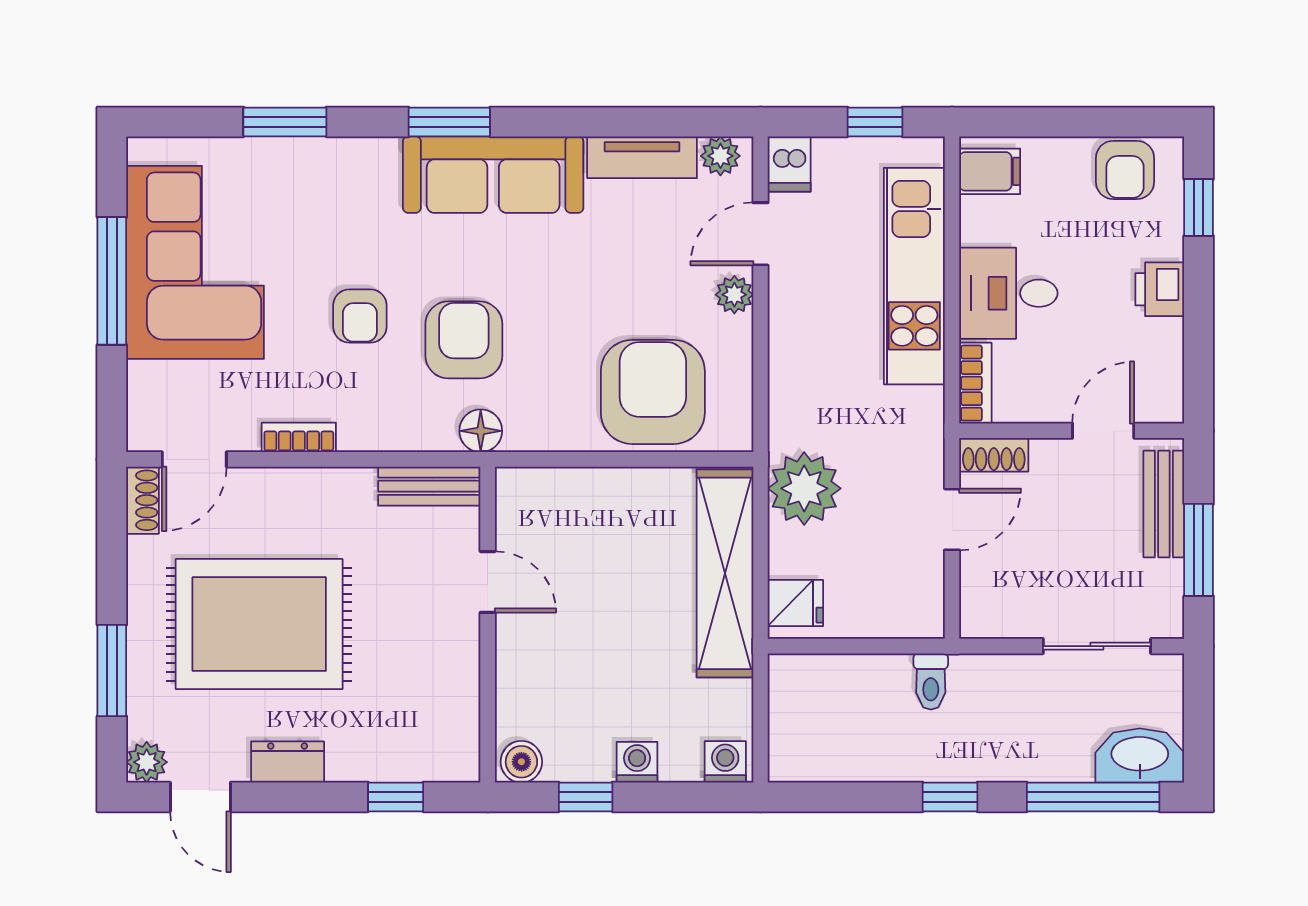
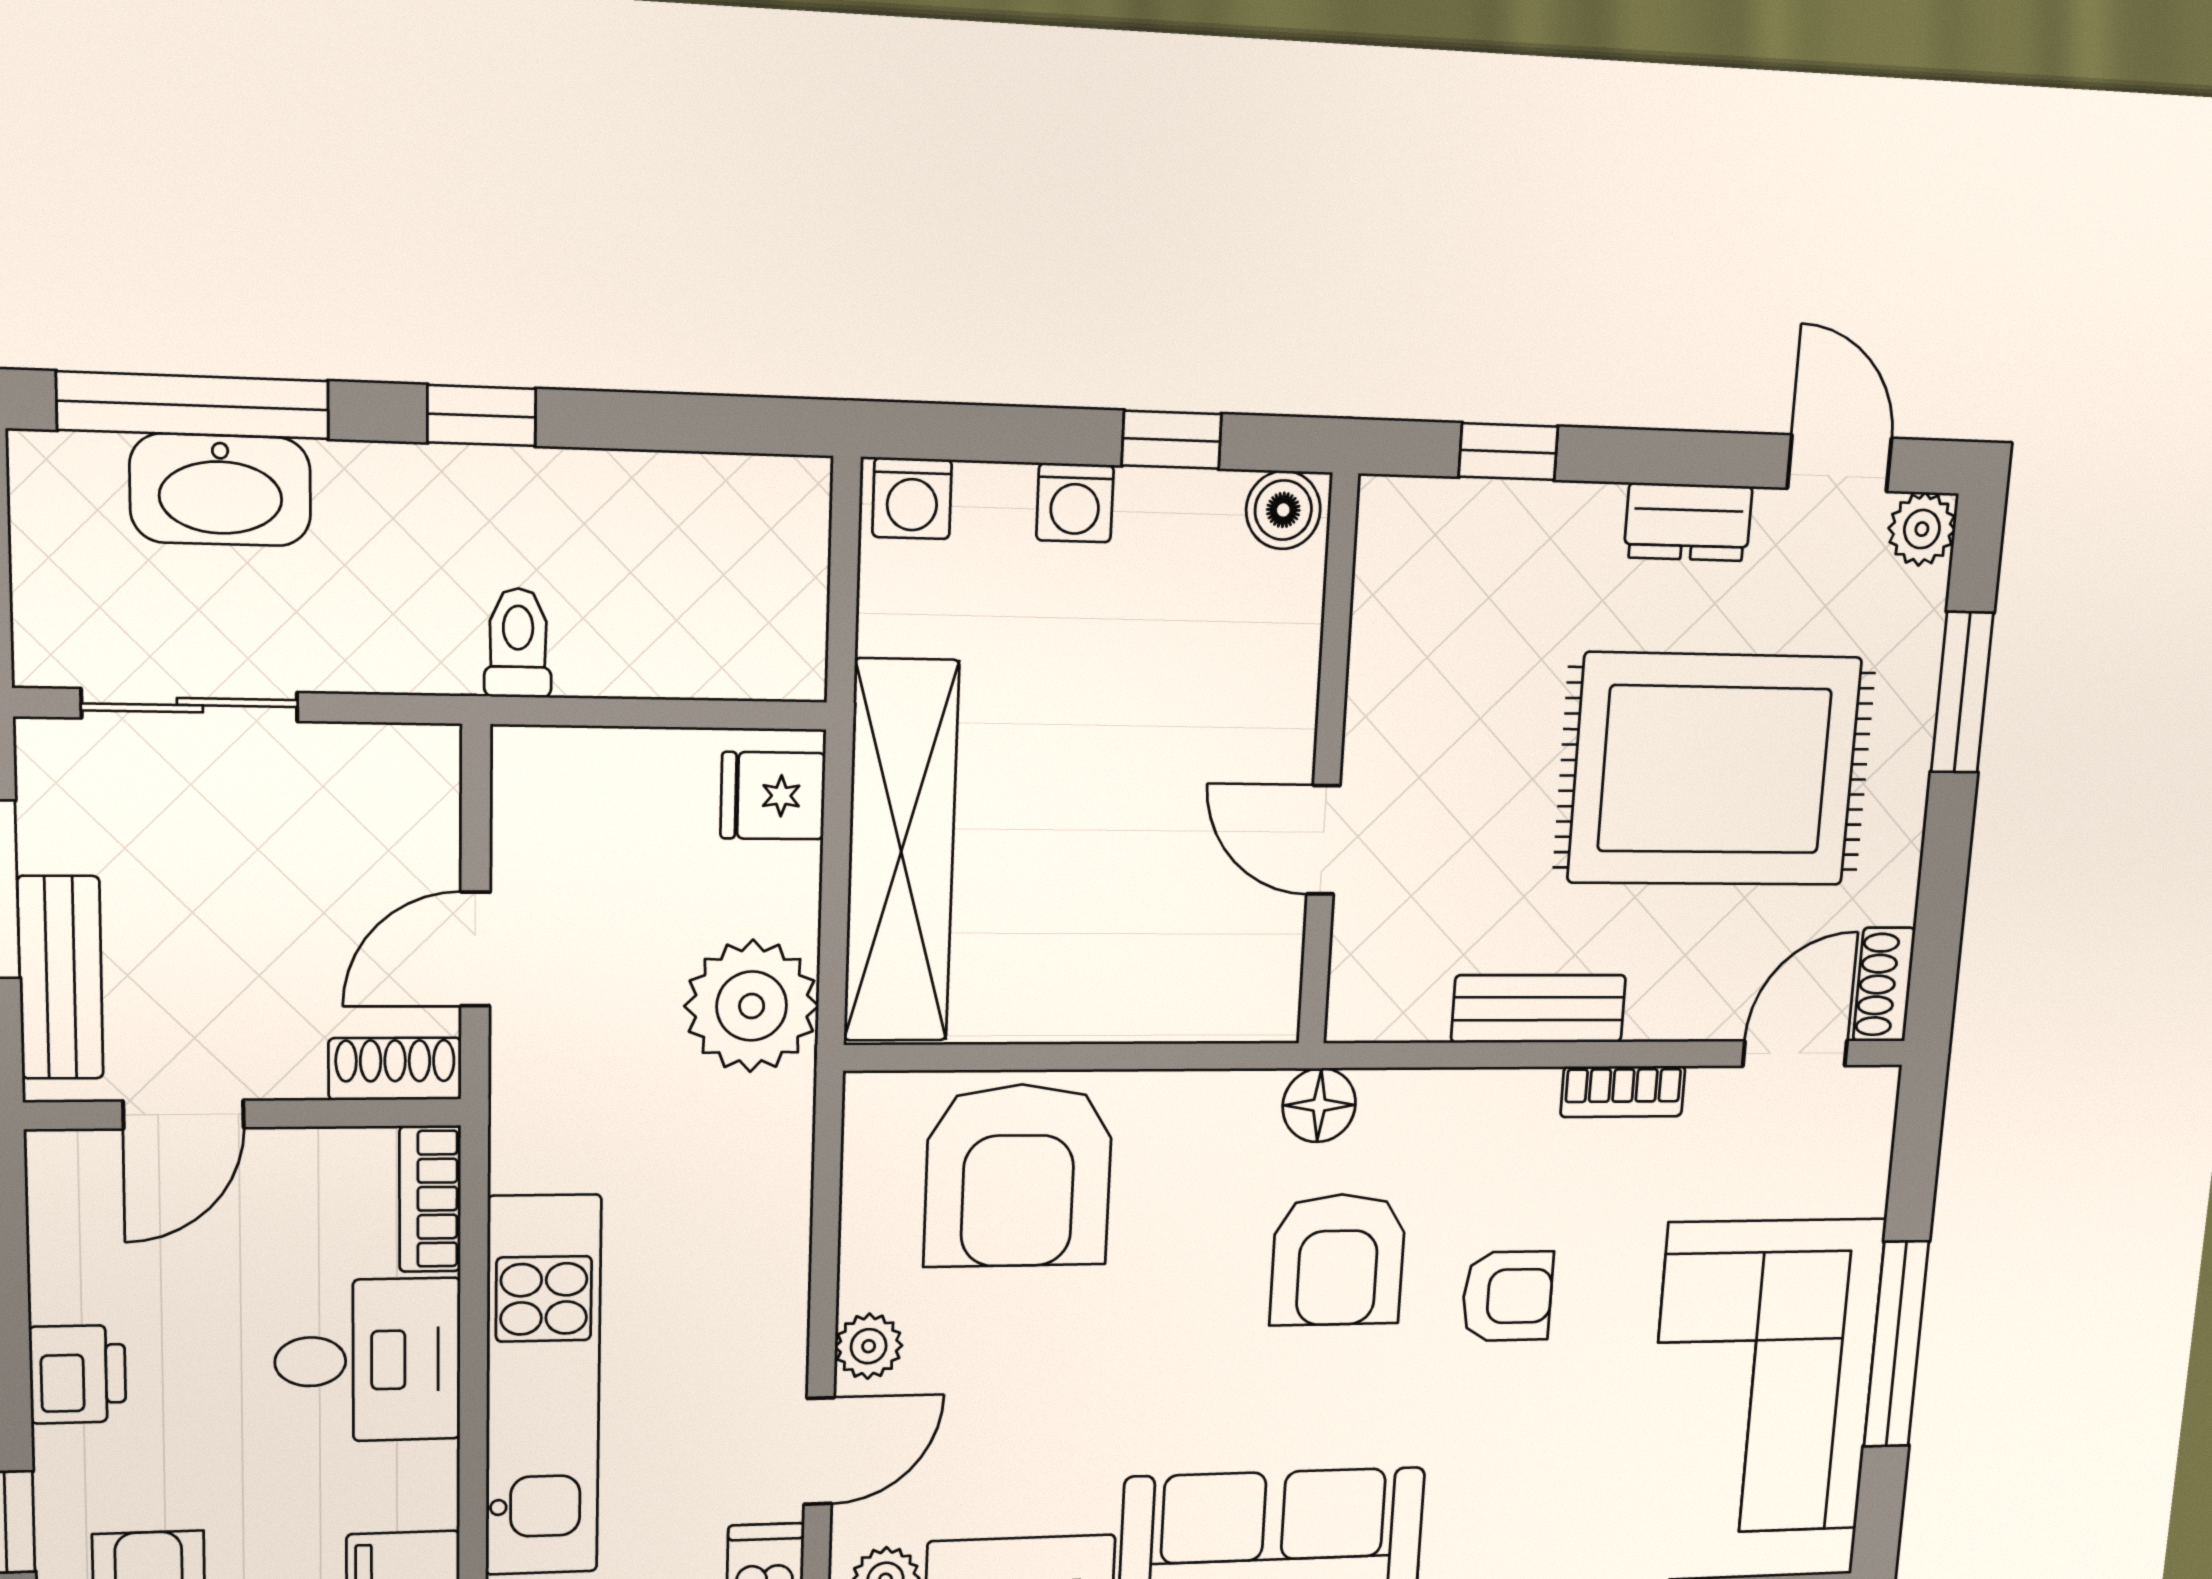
armchair: (360, 316) -> (1507, 1296), turned 90
bench: (429, 486) -> (1539, 1009), moved
washbasin: (1140, 755) -> (221, 490), moved

